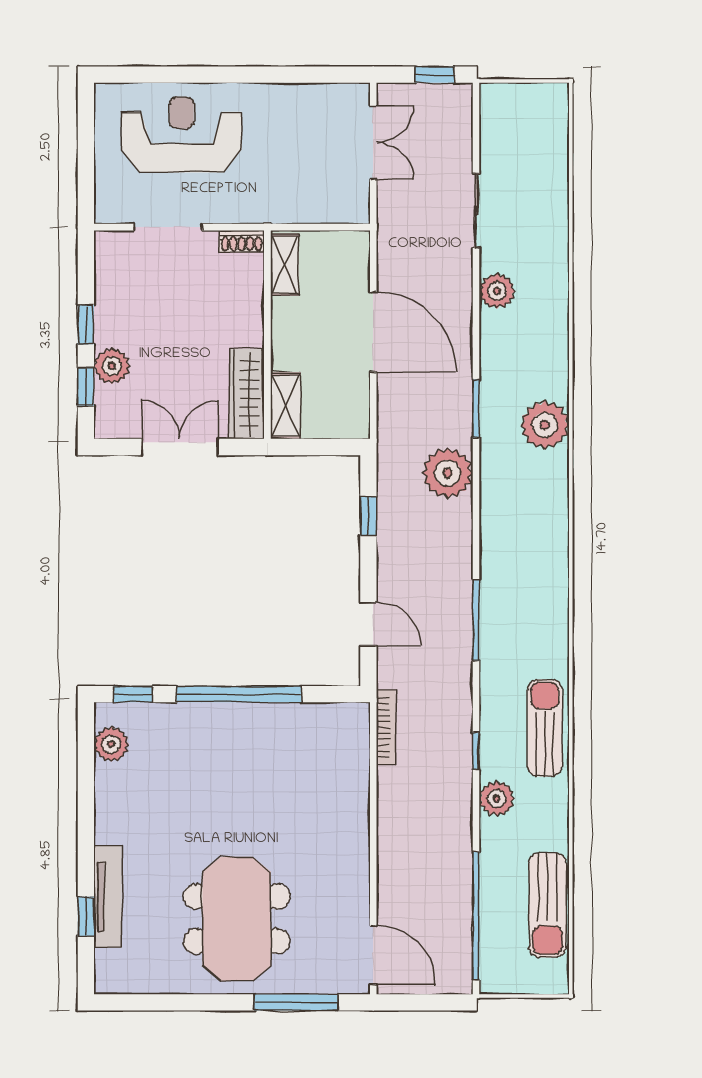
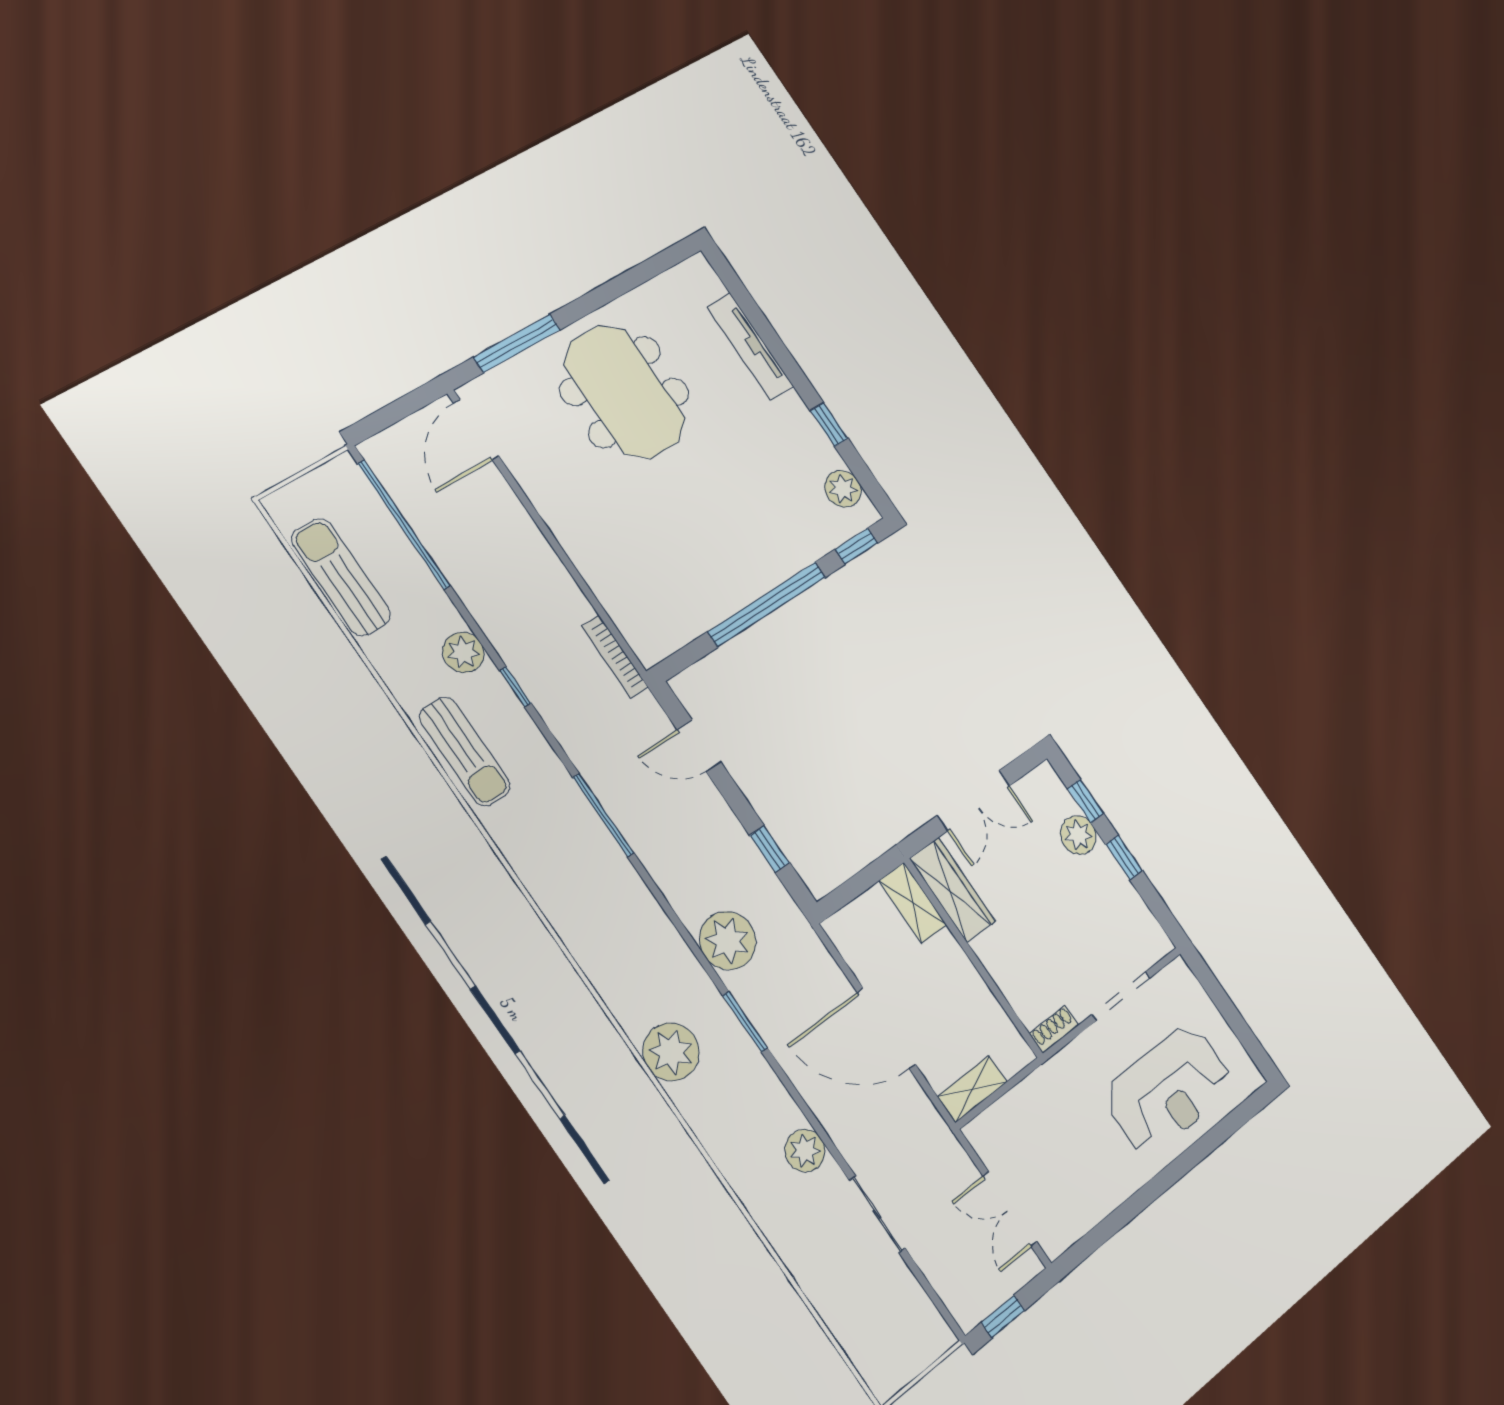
shelving: (285, 265) -> (972, 1089), moved, turned 90
window: (86, 916) -> (829, 425), moved
door: (373, 955) -> (476, 430), hinge flipped

